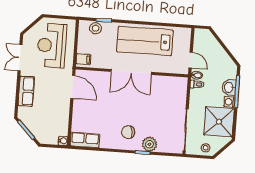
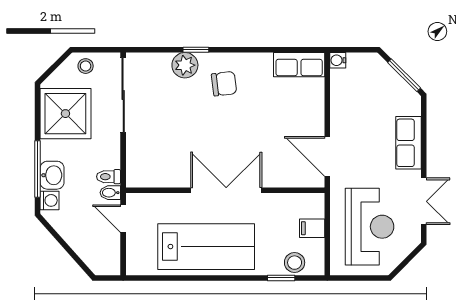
filing cabinet: (83, 59) -> (312, 228), moved
washing machine: (229, 102) -> (50, 200), moved

